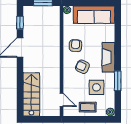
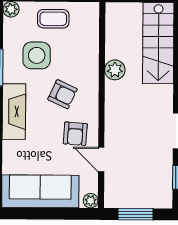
plant: (55, 80) -> (115, 70), added
door: (61, 100) -> (101, 159), moved

